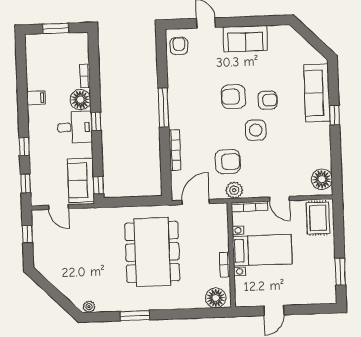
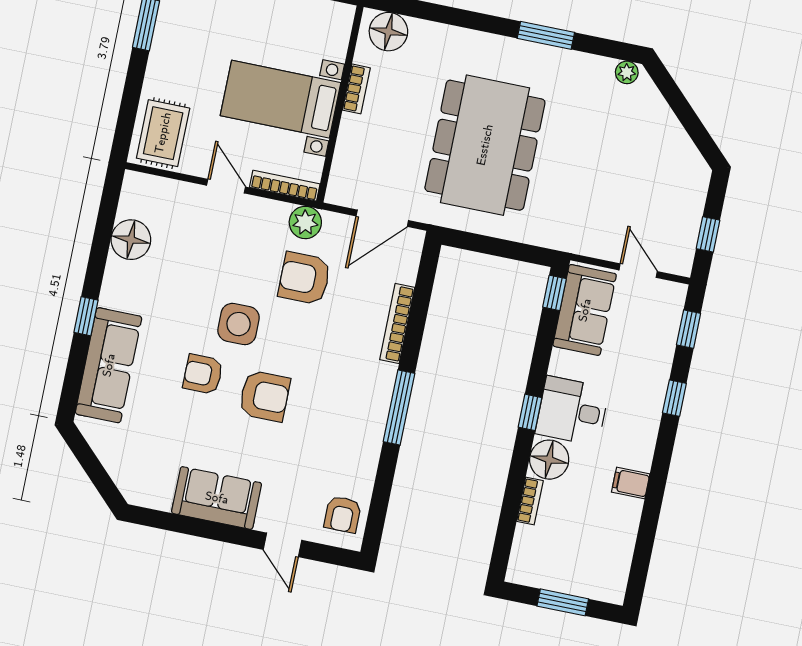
floor lamp: (322, 179) -> (131, 240), moved

